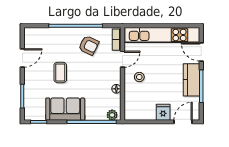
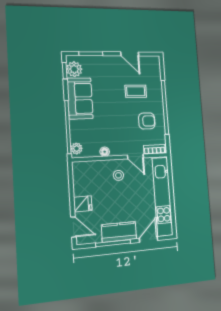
armchair: (89, 45) -> (147, 121), turned -116
coffee table: (60, 72) -> (136, 91), moved
plant: (37, 113) -> (74, 69), added

